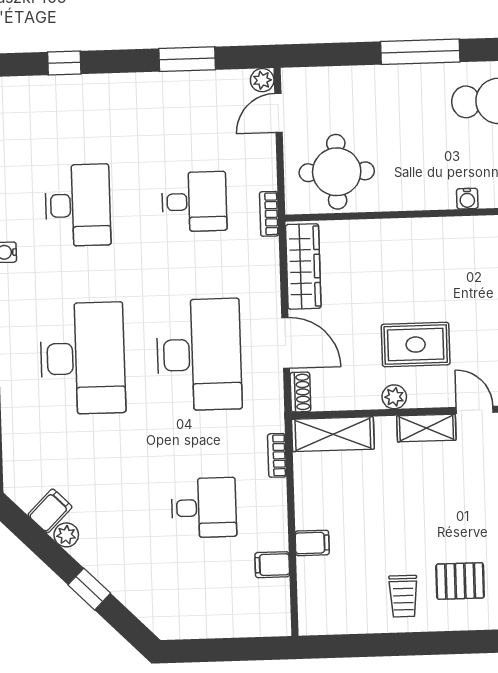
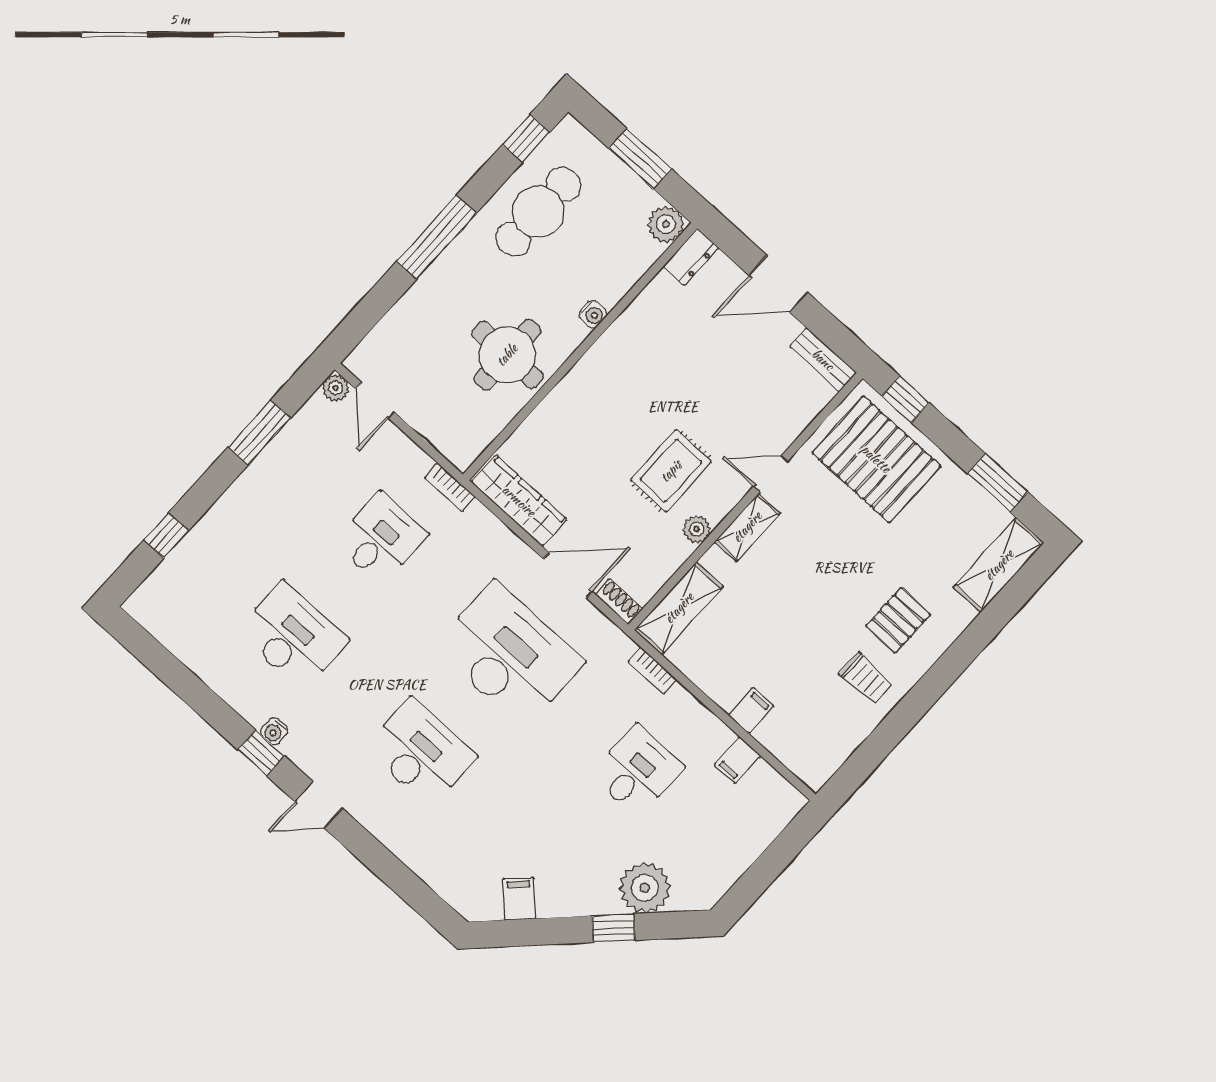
round table: (337, 172) -> (507, 355), moved
desk: (83, 358) -> (421, 752), width x0.73, depth x0.77
plant: (66, 535) -> (645, 888), moved, width x1.87, depth x1.87

